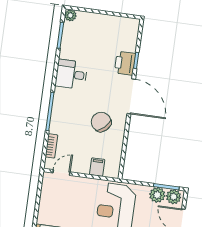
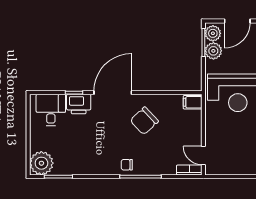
plant: (70, 15) -> (41, 163), width x1.88, depth x1.88
desk: (71, 74) -> (51, 110), moved, turned 180
chair: (63, 100) -> (127, 165), added
bookcase: (51, 146) -> (189, 170), moved
filing cabinet: (97, 167) -> (193, 102), moved

